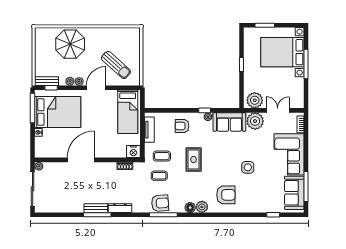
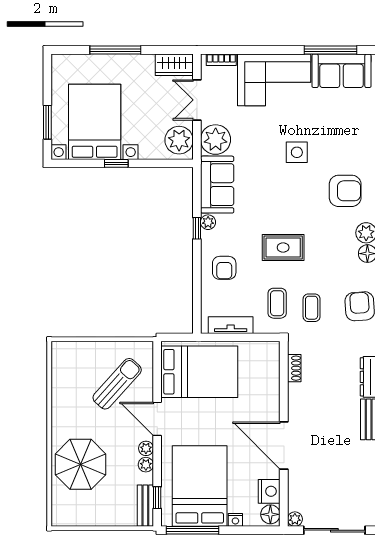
bed with nightstands: (282, 52) -> (95, 122), moved, turned 180
wardrobe: (298, 97) -> (174, 65), added
bed: (128, 112) -> (199, 372), width x1.50
floor lamp: (42, 152) -> (270, 514), added
nightstand: (133, 152) -> (269, 491), moved
armchair: (226, 195) -> (345, 191), turned 90

